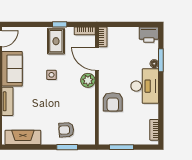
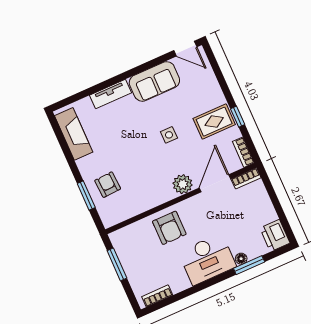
armchair: (113, 102) -> (169, 228), turned -90

